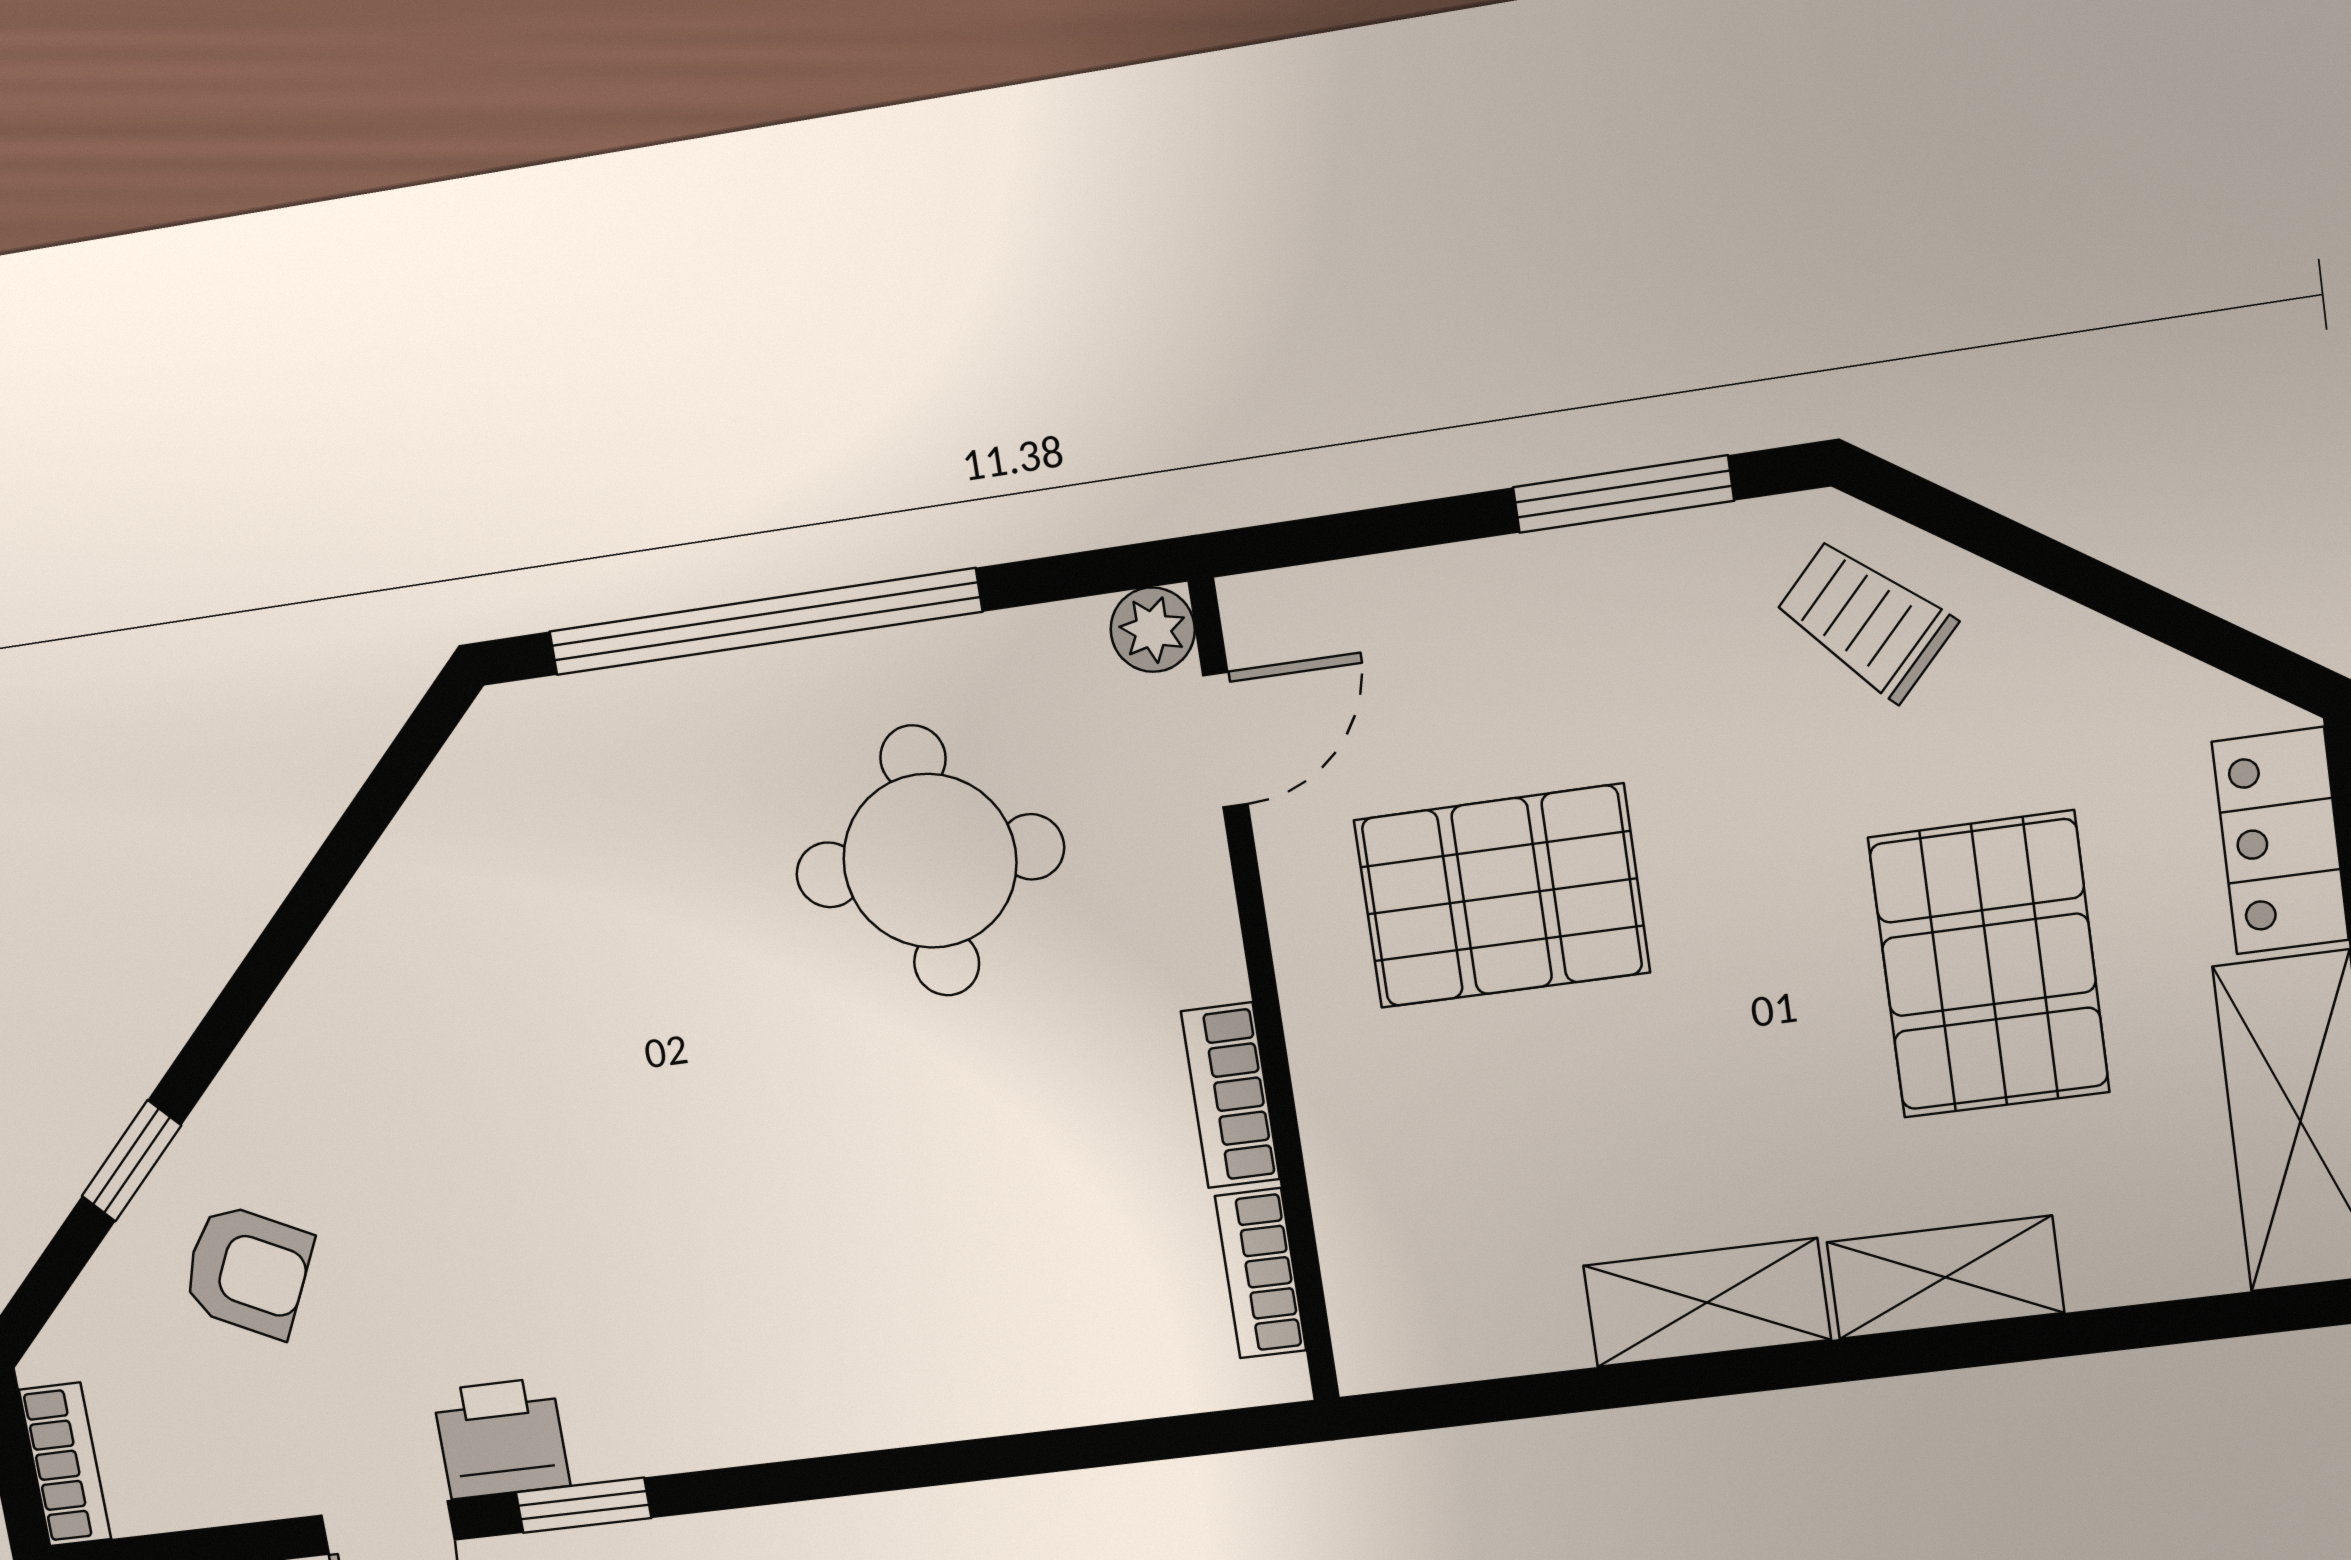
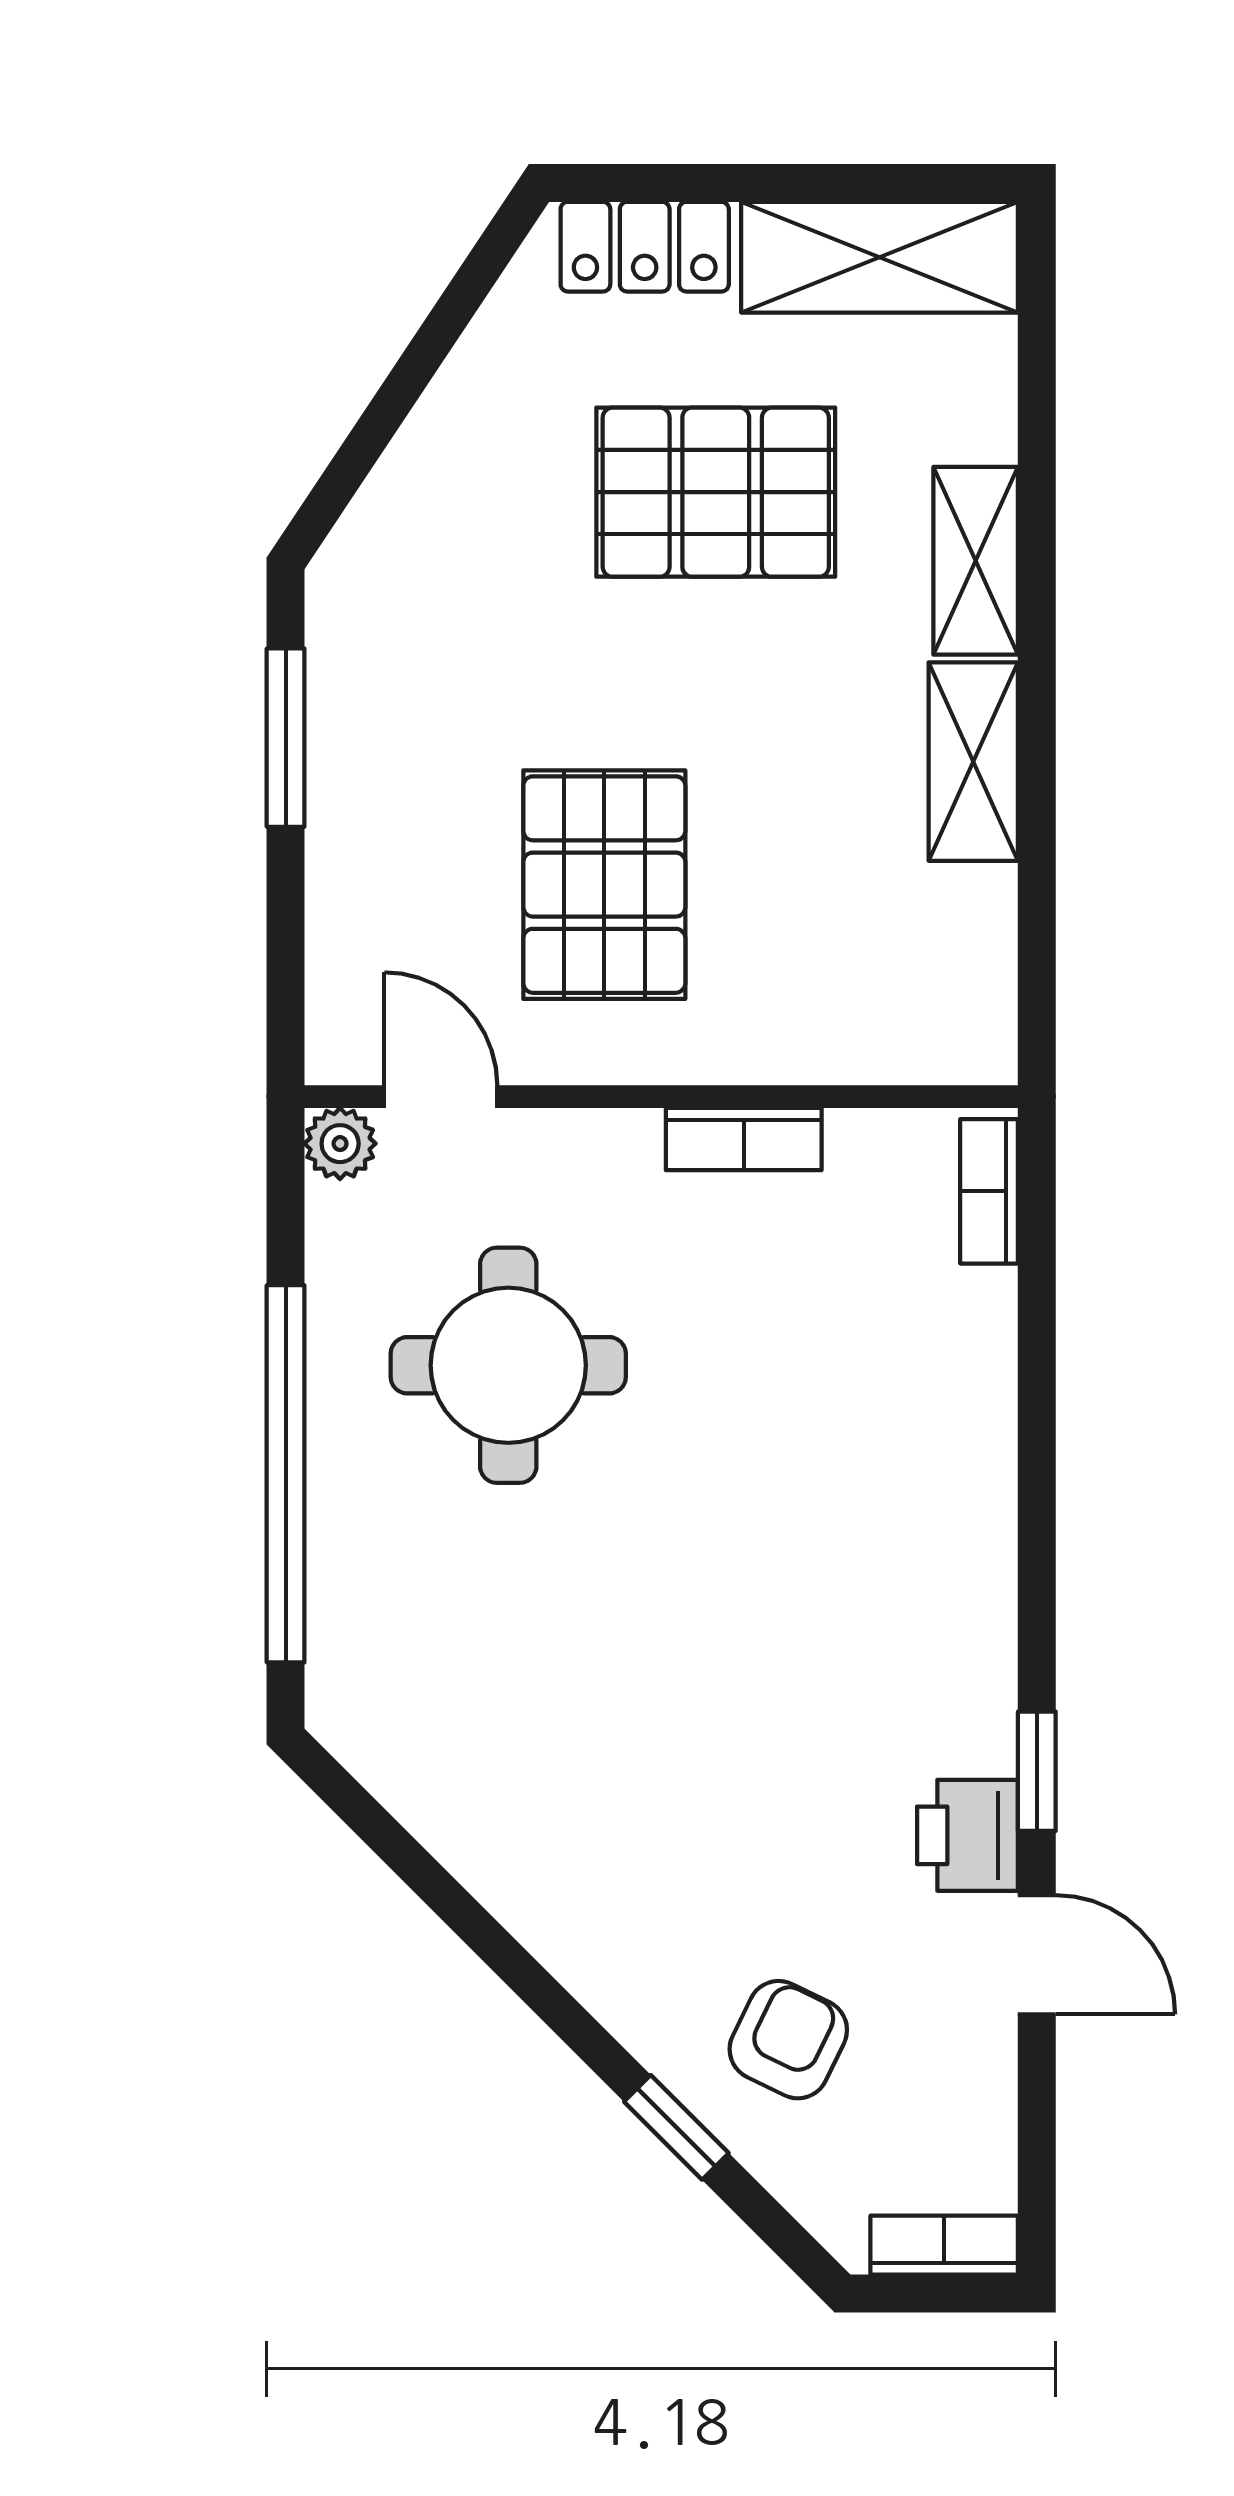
trolley: (1865, 619) -> (417, 556), removed
bookcase: (1261, 1273) -> (989, 1191), moved, turned 90

